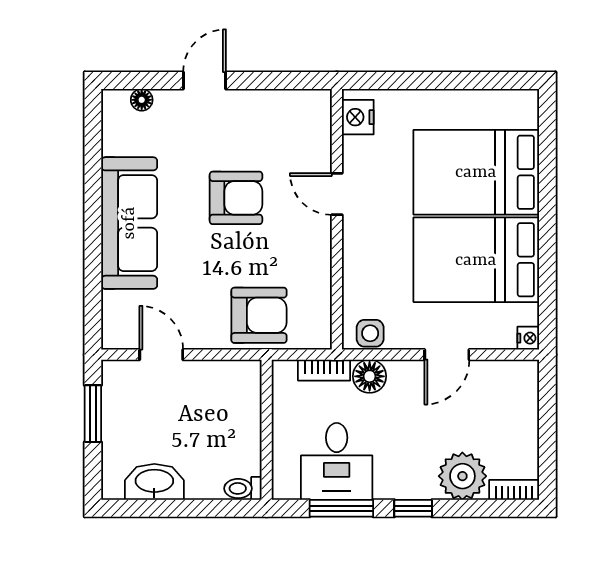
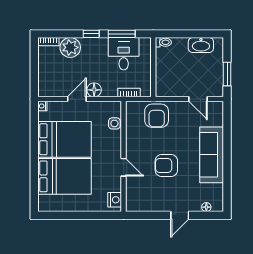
armchair: (259, 315) -> (157, 116), turned -90
side table: (370, 333) -> (114, 123), moved
floor lamp: (370, 376) -> (94, 90), moved

